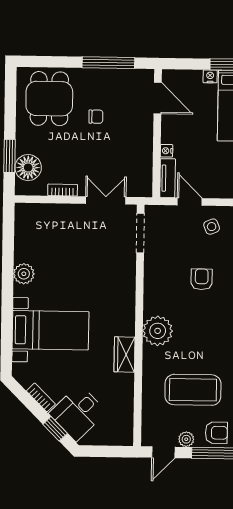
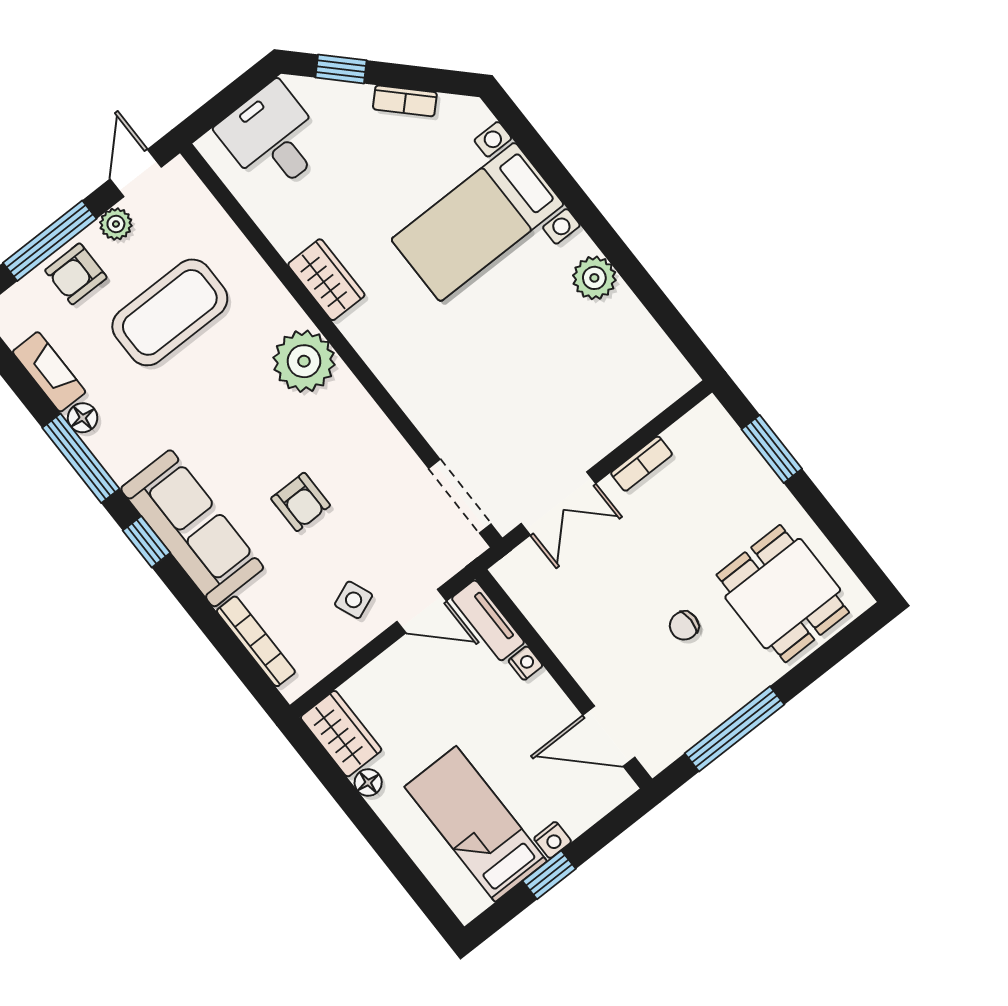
floor lamp: (28, 168) -> (727, 455), removed
desk: (78, 413) -> (272, 138), moved, turned -45

